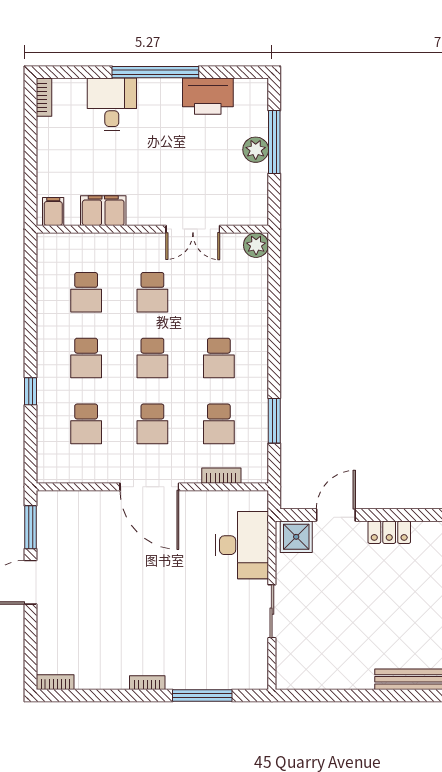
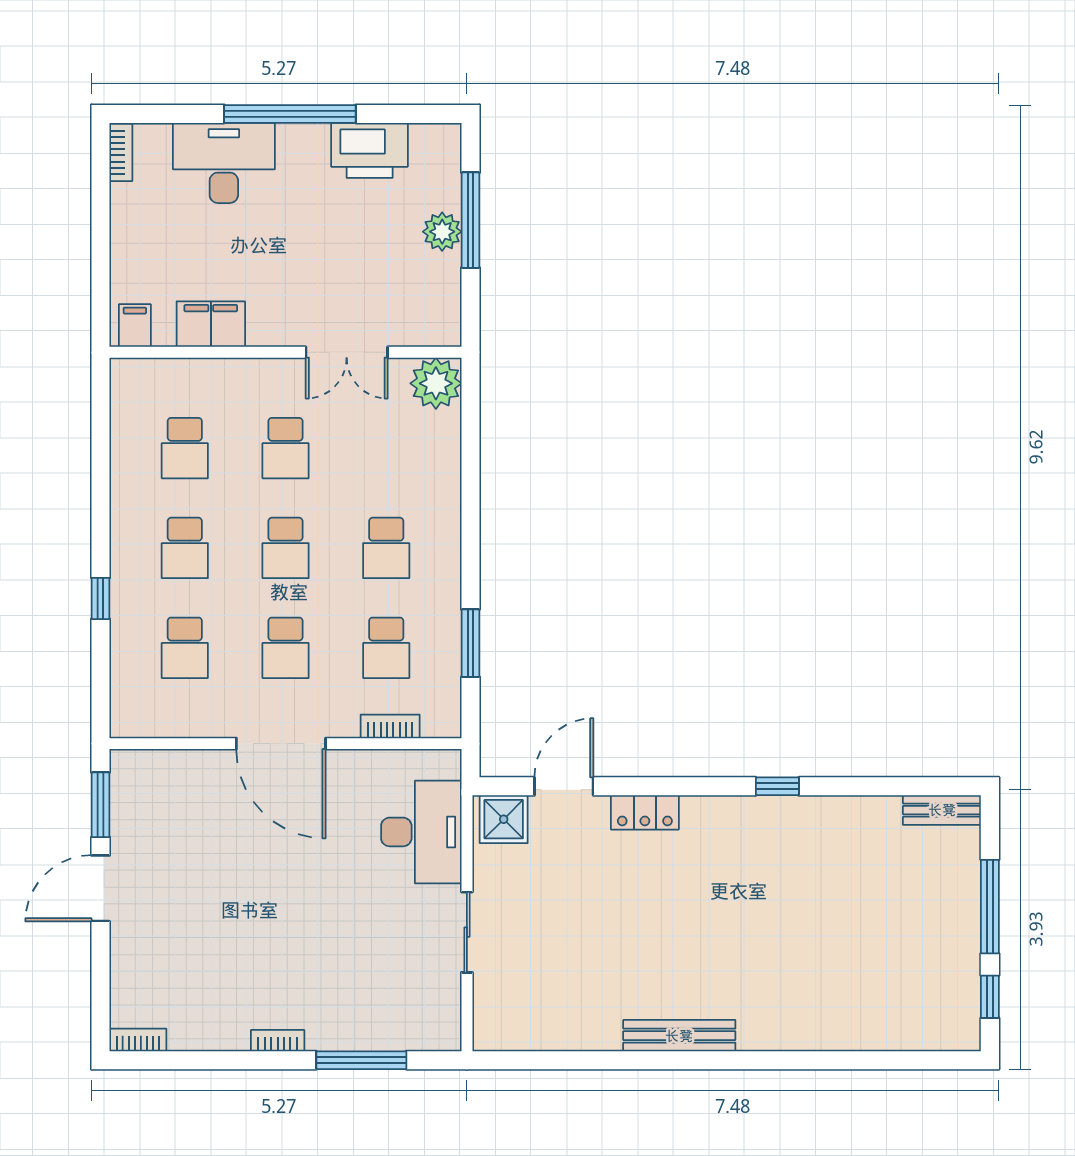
desk: (112, 104) -> (224, 163), width x1.37
plant: (256, 245) -> (436, 383), width x1.36, depth x1.36

